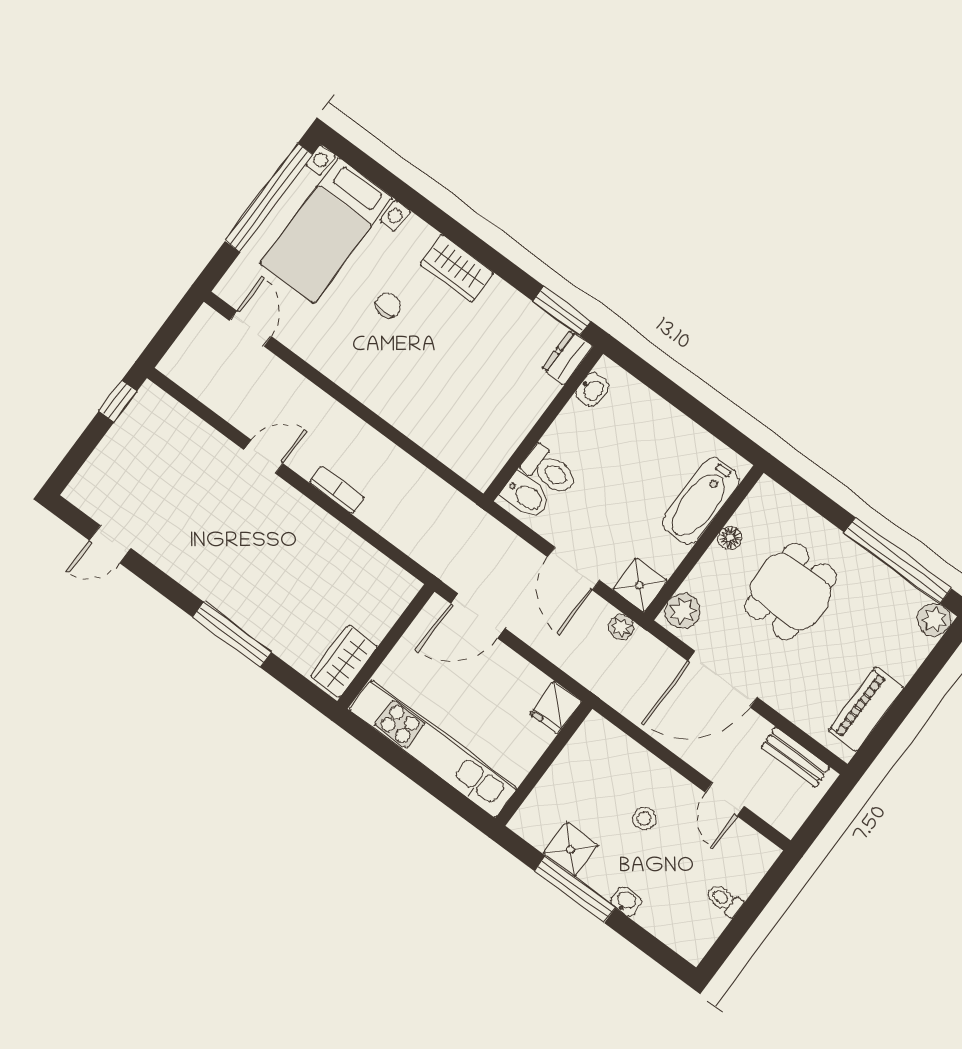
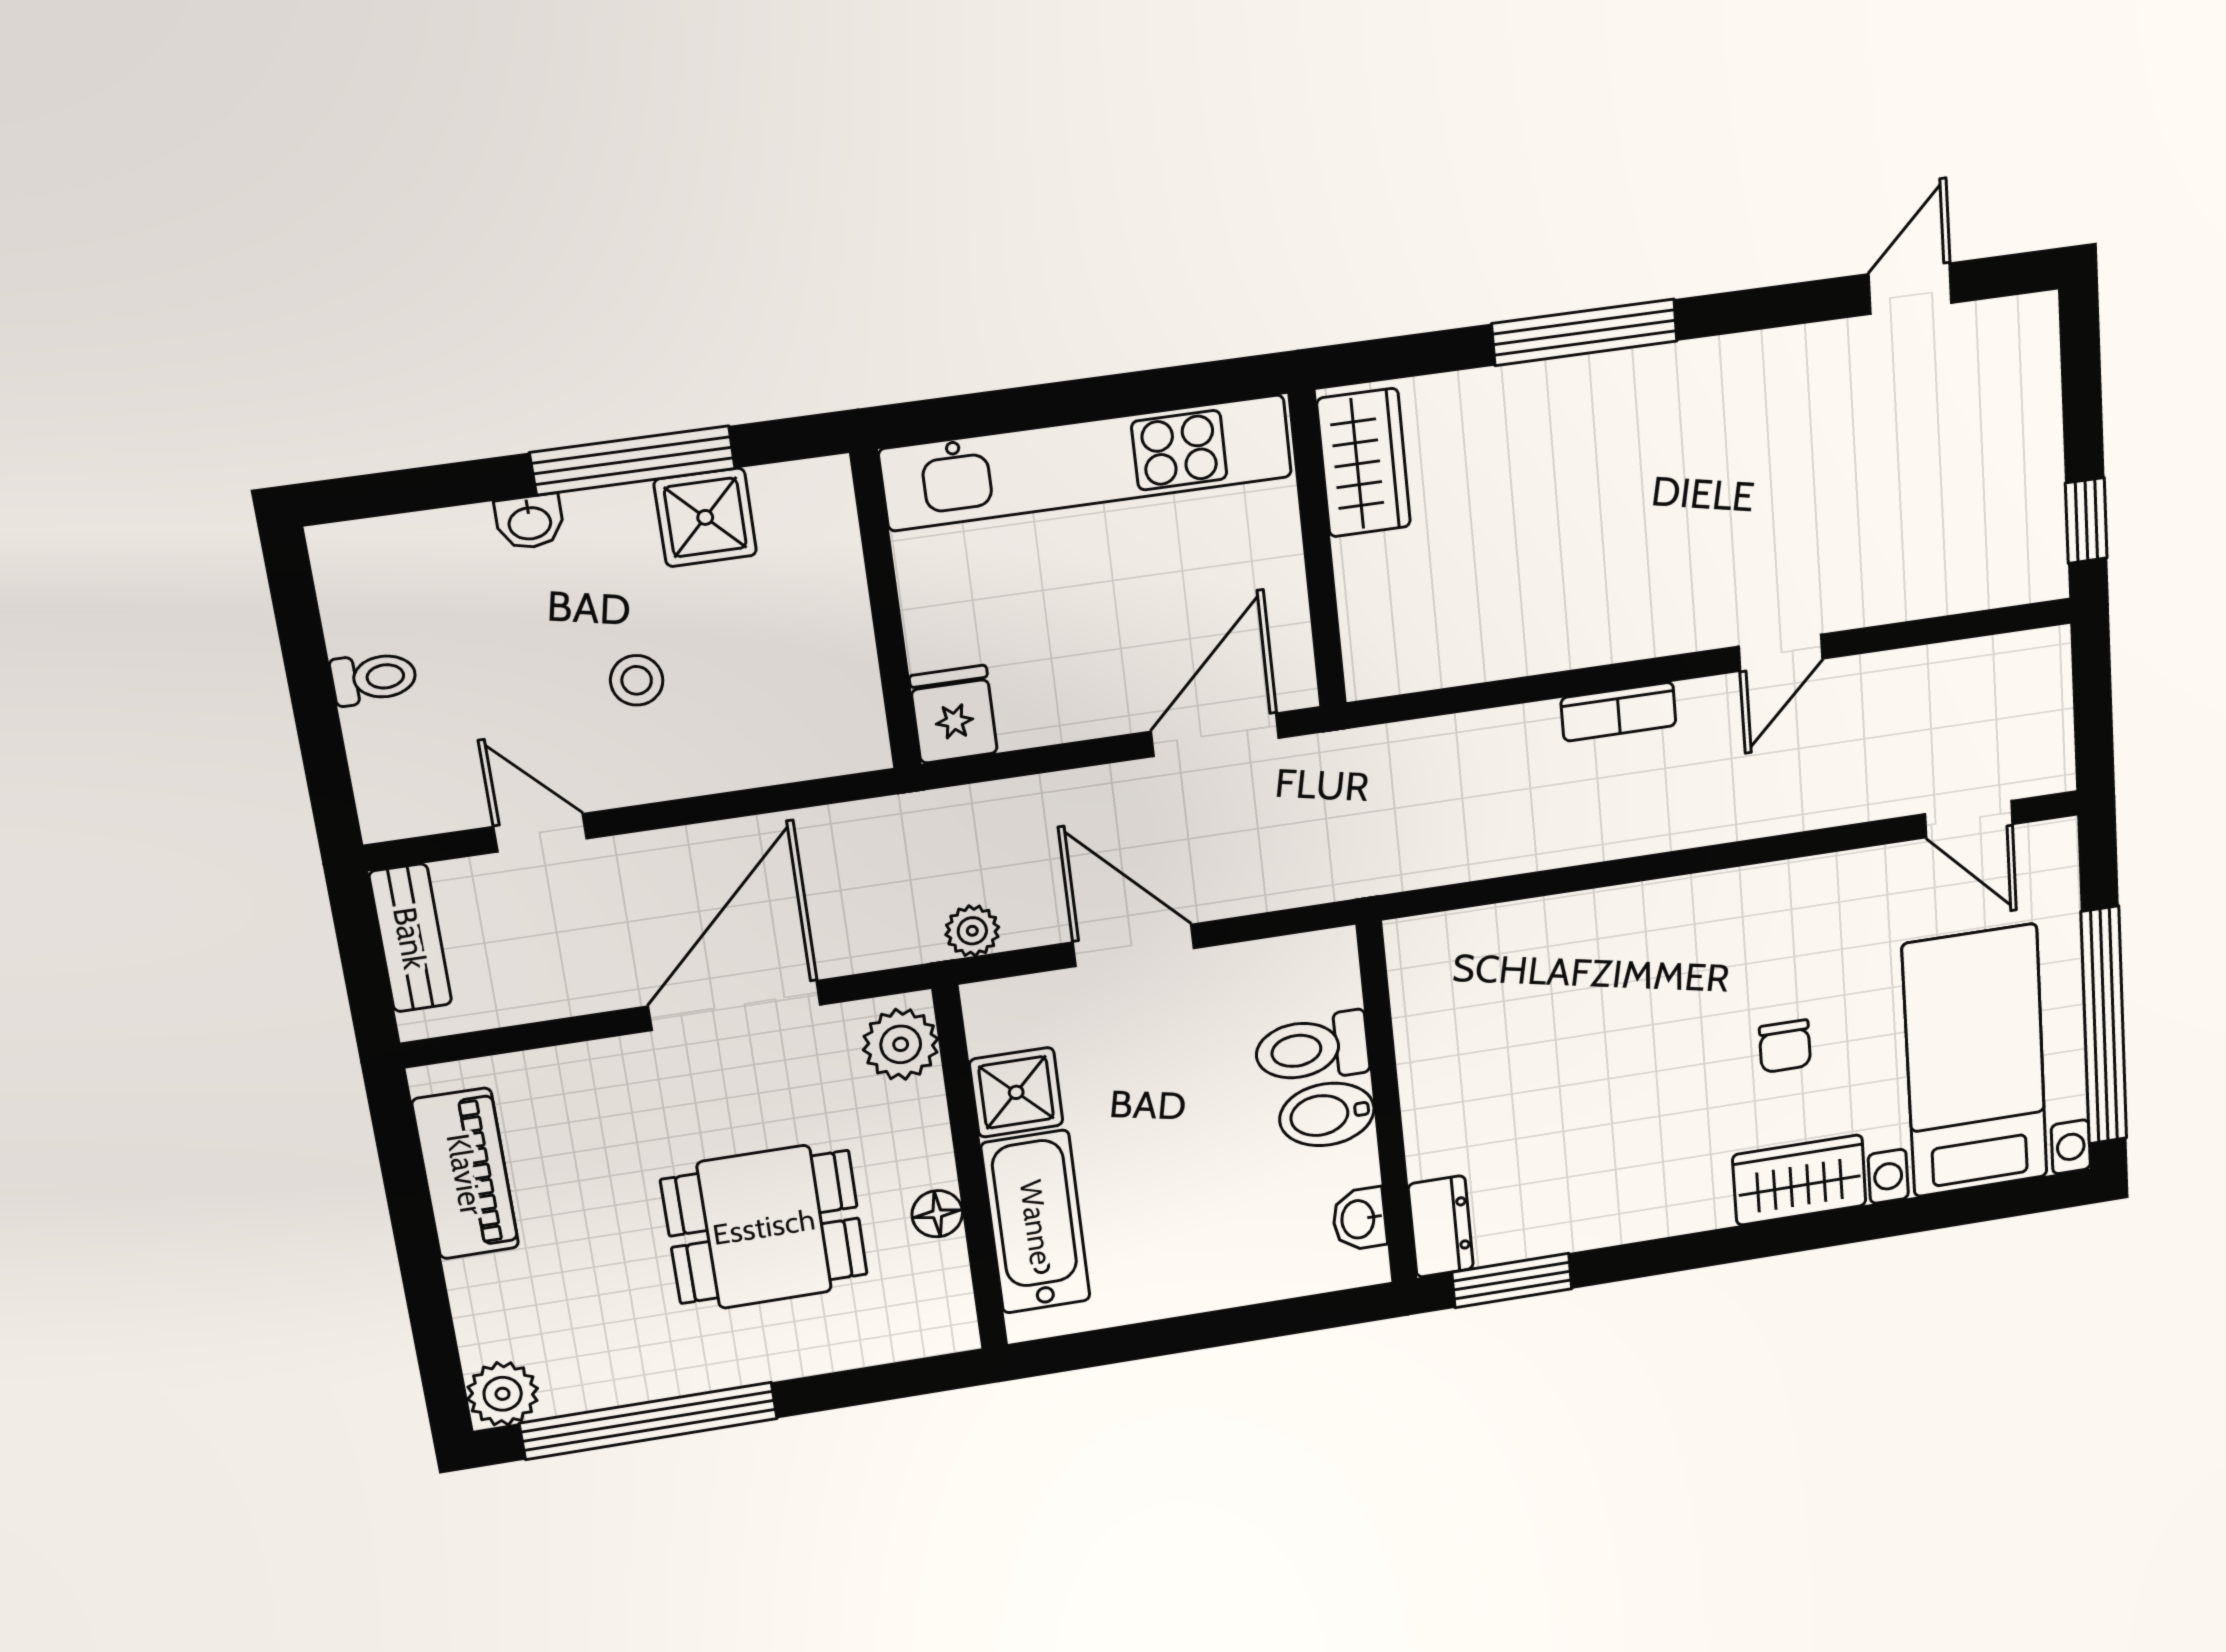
wardrobe: (457, 268) -> (1799, 1180), moved
bidet: (526, 496) -> (1327, 1114), moved
shower: (640, 585) -> (1016, 1092), moved
dining table: (790, 591) -> (764, 1227), turned 90
bench: (795, 757) -> (410, 938), moved, turned 90

